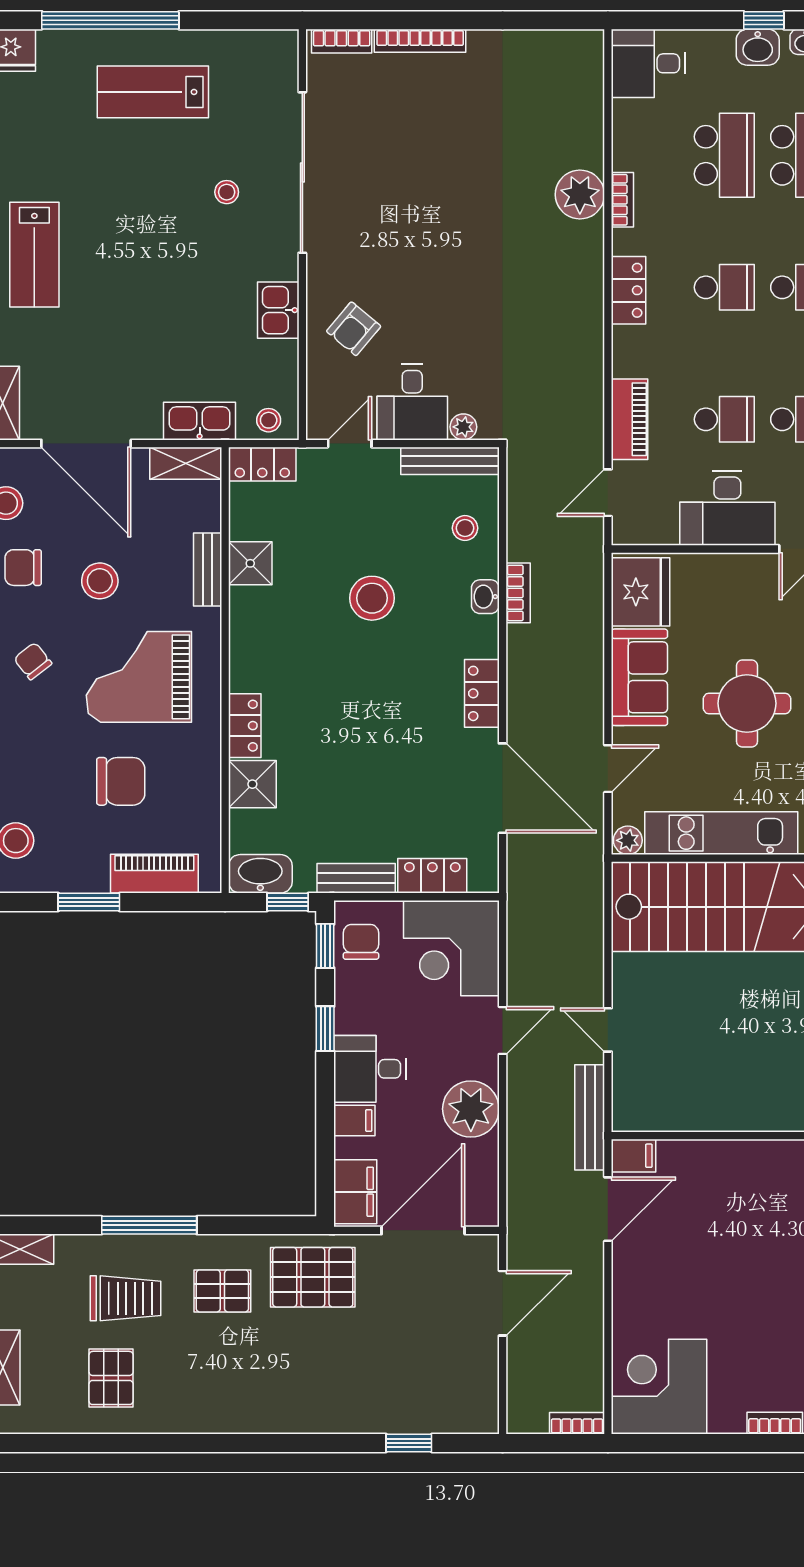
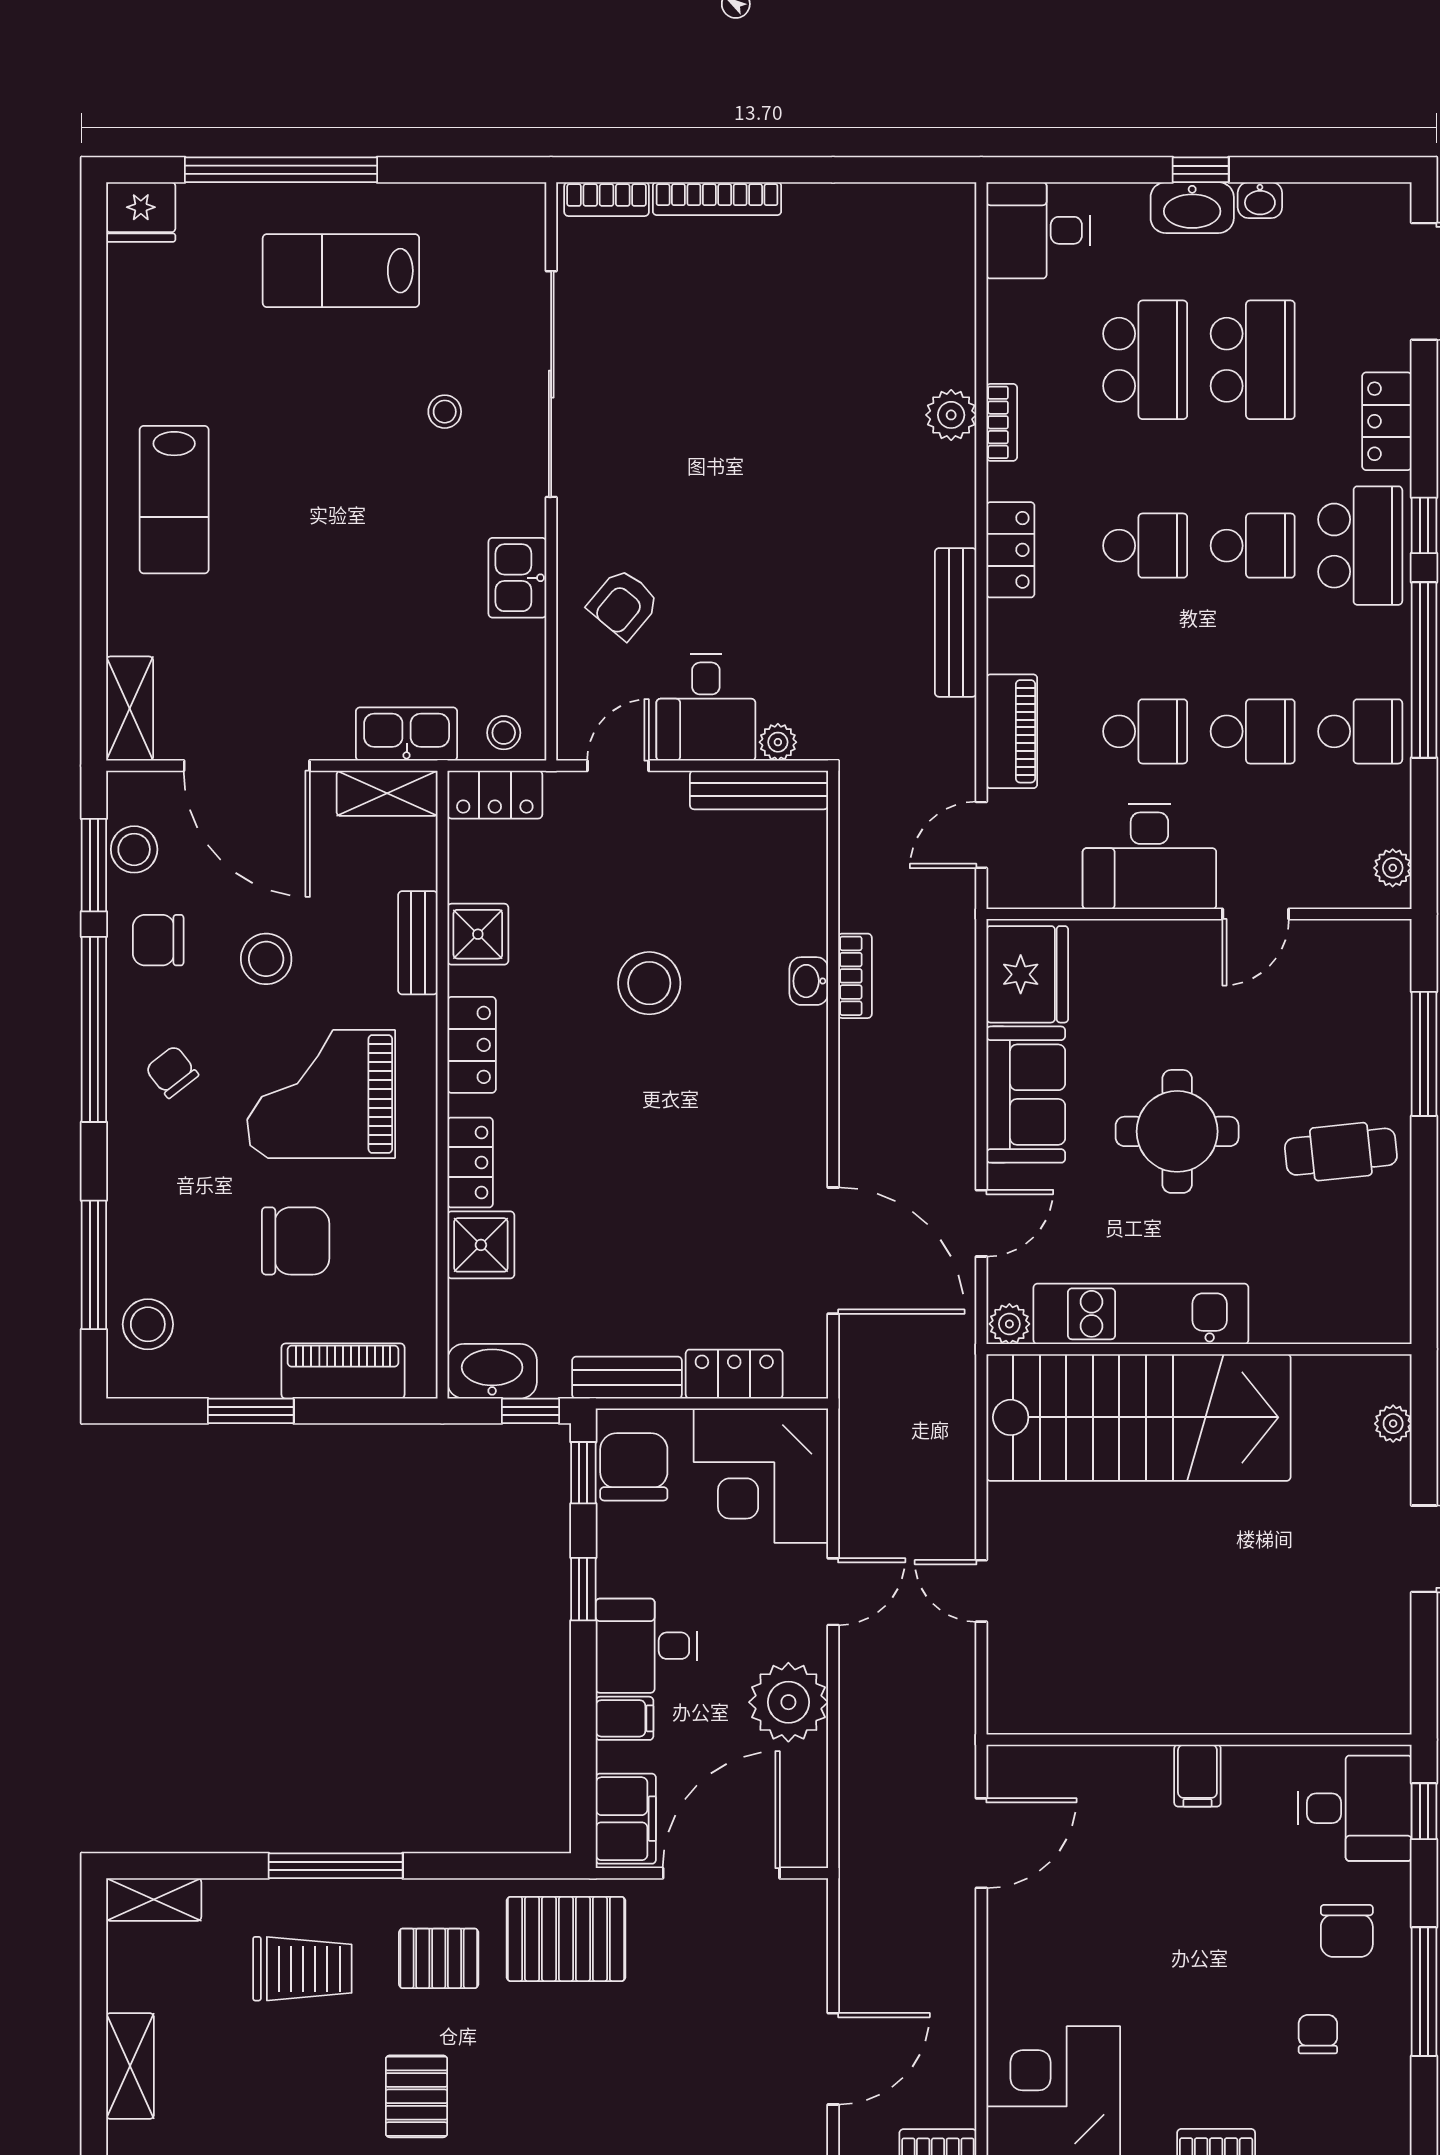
washbasin: (758, 47) -> (1192, 208), width x1.38
plant: (580, 195) -> (951, 415), width x0.73, depth x0.73
stool: (465, 528) -> (780, 884), removed
locker: (482, 693) -> (472, 1045), moved, turned 180
chair: (361, 942) -> (634, 1467), width x1.37, depth x1.37
bench: (590, 1117) -> (956, 622), moved
filing cabinet: (633, 1156) -> (1197, 1776), moved, turned 90
door: (503, 1303) -> (833, 2059), moved
pallet: (111, 1378) -> (416, 2096), moved

